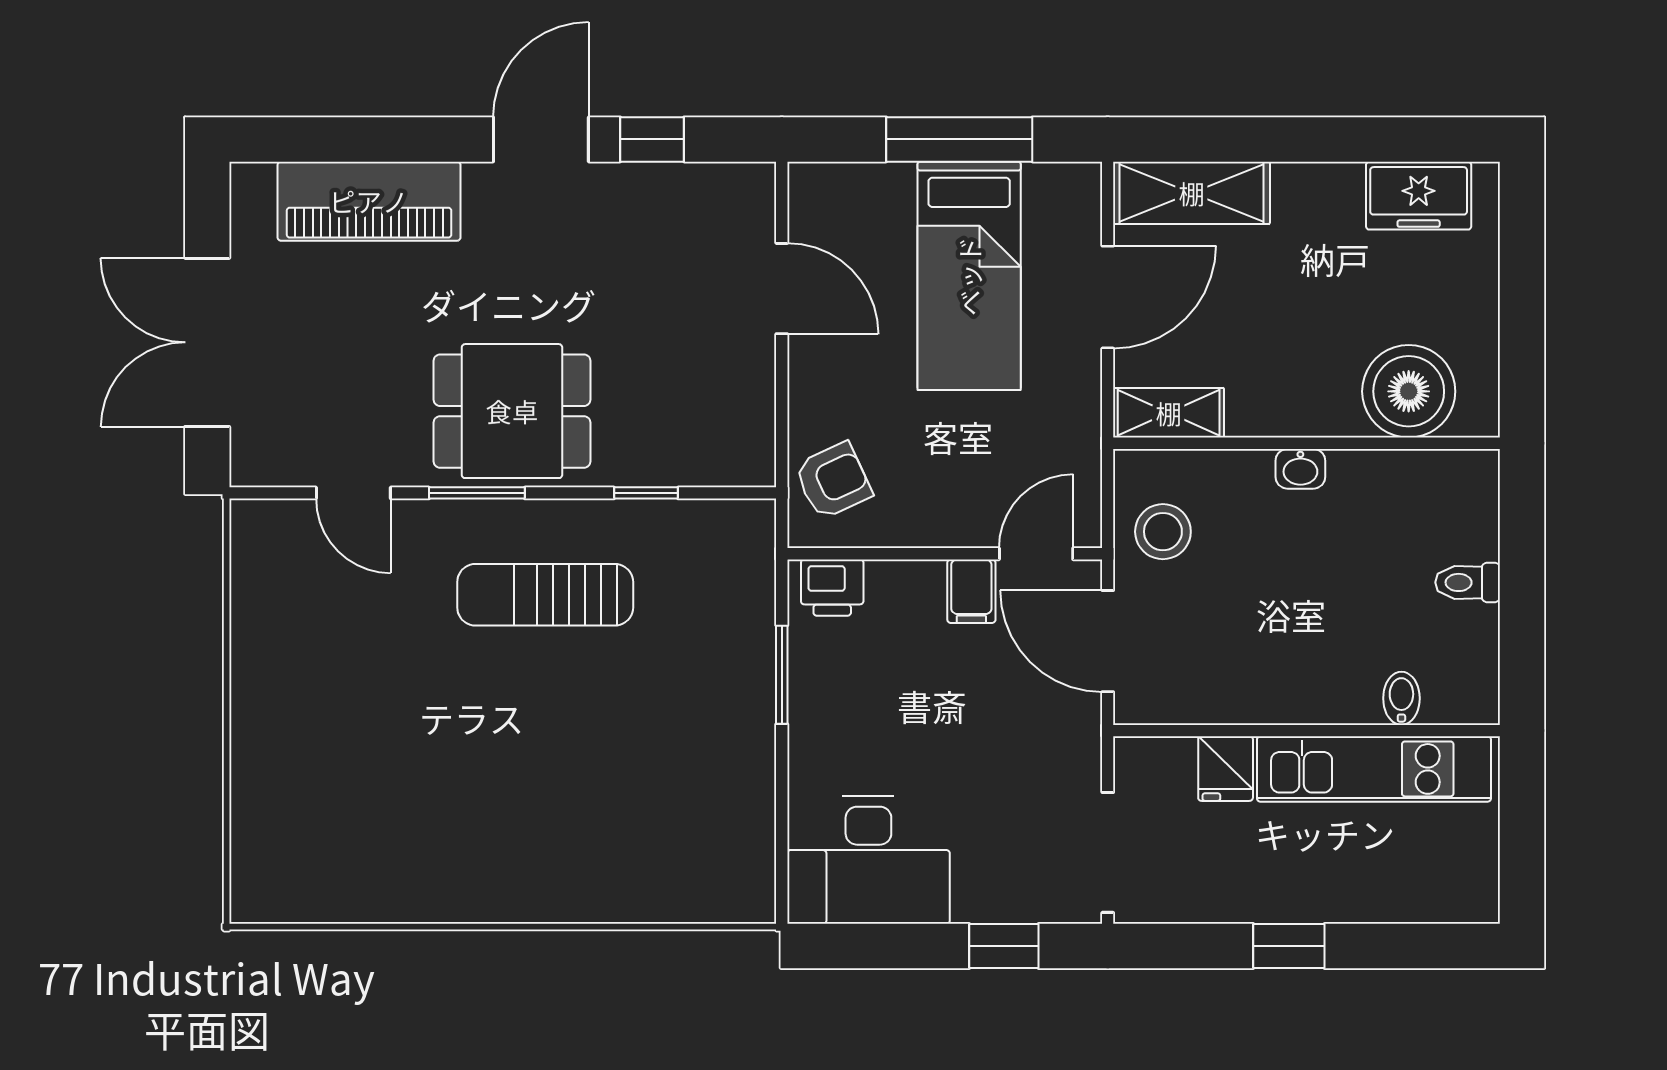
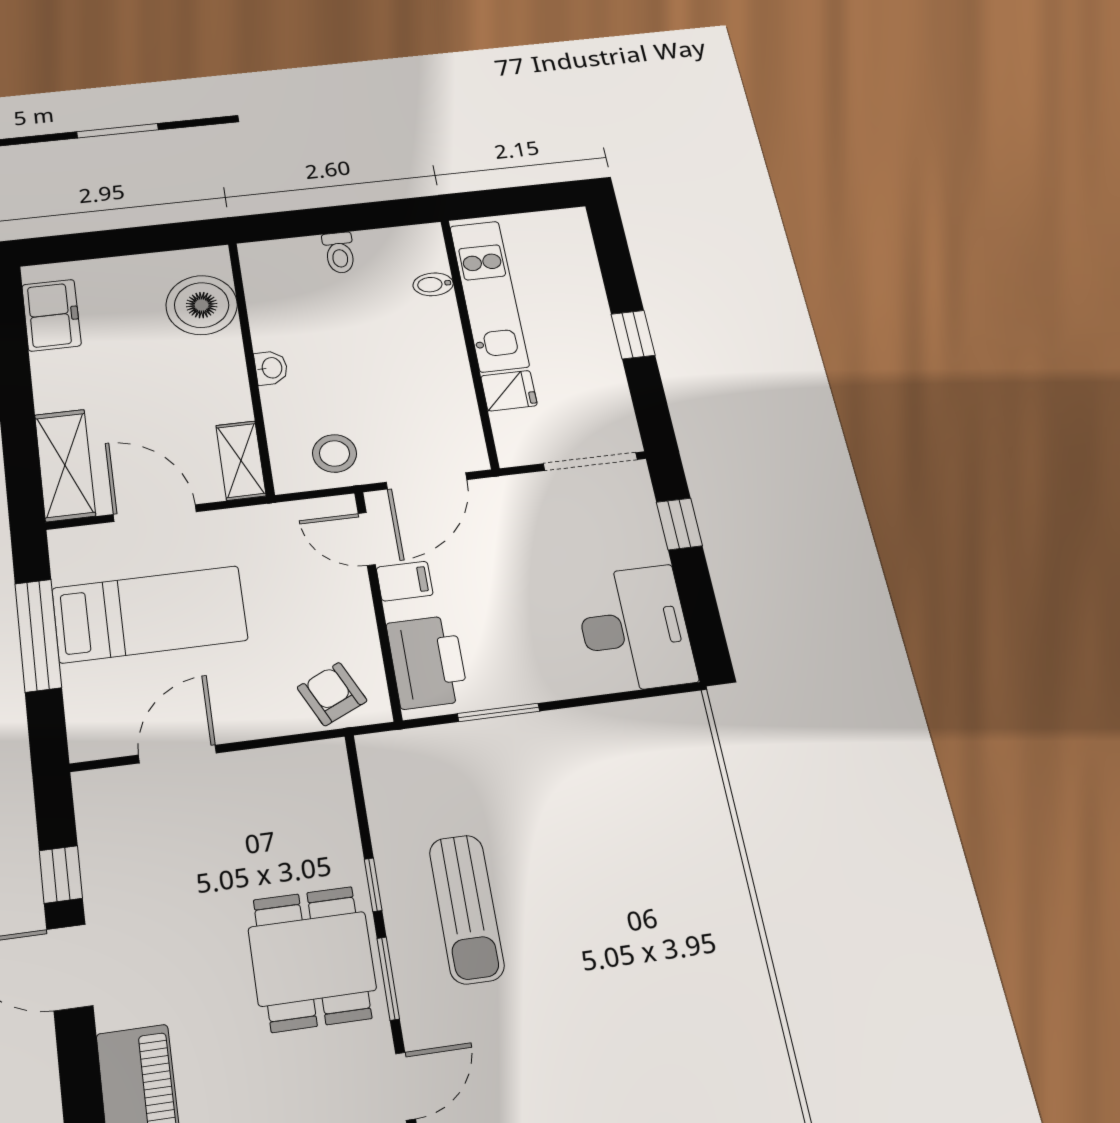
window: (646, 493) -> (373, 885), moved
printer: (832, 588) -> (427, 662), width x1.87, depth x1.48

